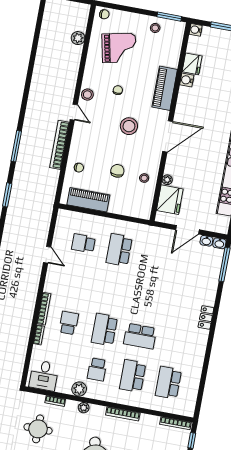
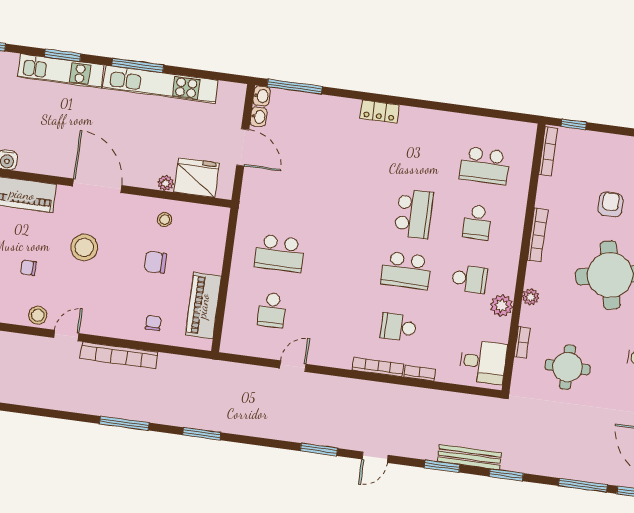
school desk: (133, 376) -> (477, 222), width x0.54

